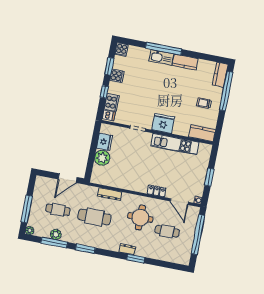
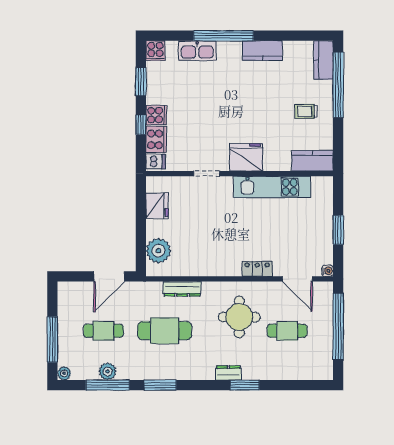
kitchen sink: (161, 57) -> (197, 51), moved
cooker: (117, 76) -> (156, 115), moved
plant: (102, 158) -> (158, 251), moved

